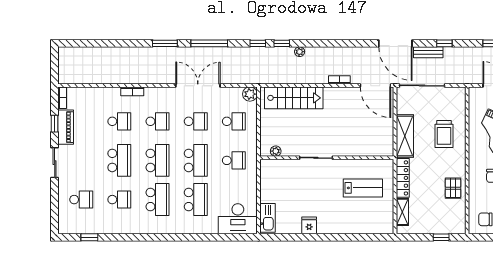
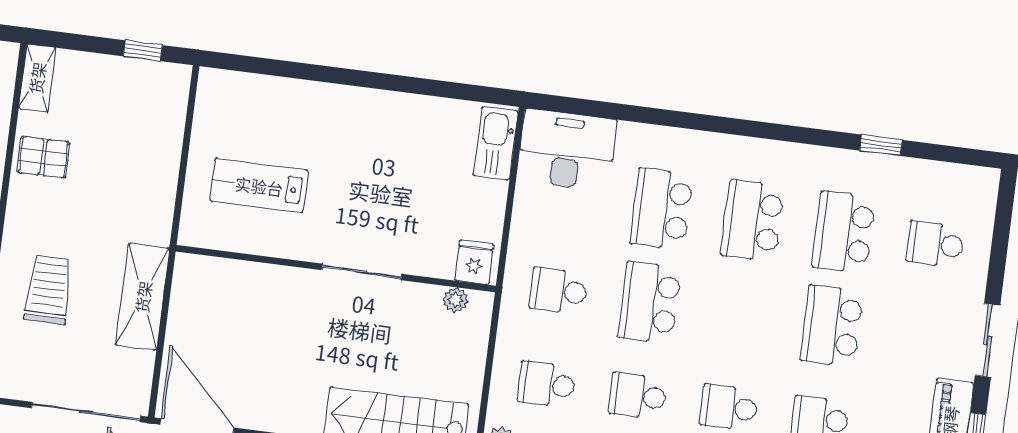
school desk: (157, 160) -> (741, 314), removed
locker: (403, 178) -> (160, 197), removed
pallet: (453, 188) -> (43, 157), turned 90
school desk: (119, 200) -> (844, 232), width x1.85
shelving: (402, 212) -> (37, 78), moved
fridge: (309, 225) -> (474, 262), moved, turned 180
window: (89, 237) -> (881, 145), moved
window: (441, 237) -> (143, 51), moved

